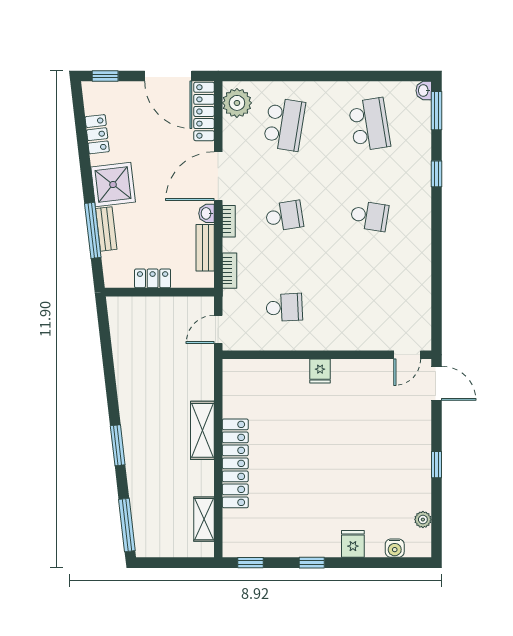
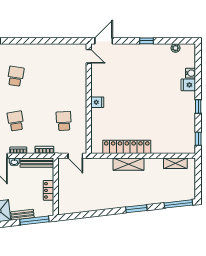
window: (93, 230) -> (34, 221), moved
bench: (205, 248) -> (37, 163), width x1.36
locker: (235, 463) -> (127, 147), moved
water cooler: (395, 548) -> (191, 73), moved

